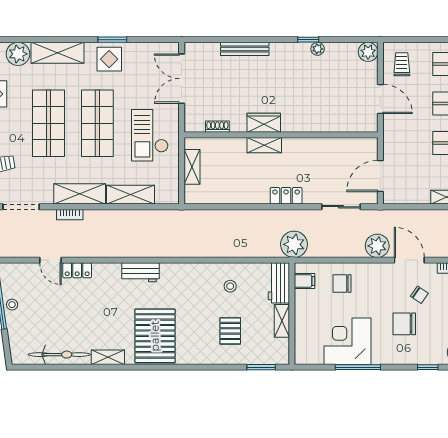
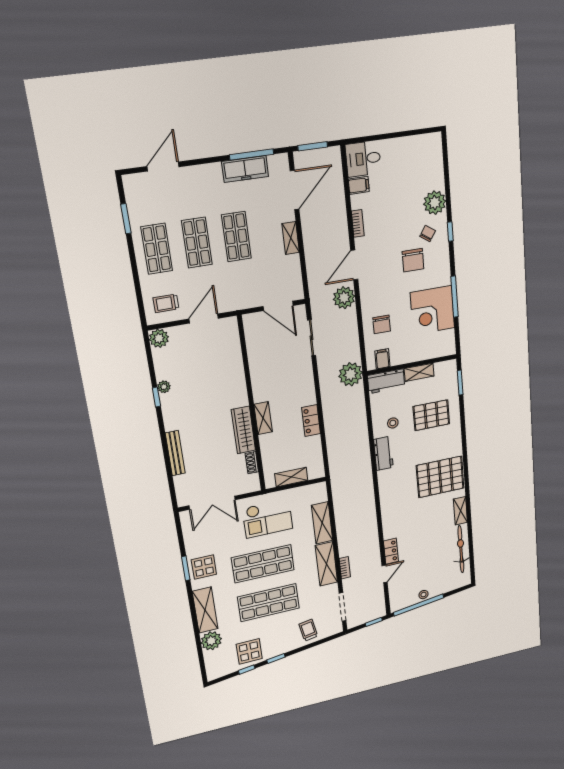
wardrobe: (264, 123) -> (243, 430), width x1.50
locker: (286, 196) -> (311, 420), moved
workbench: (140, 272) -> (383, 453), moved
chair: (419, 295) -> (428, 233), moved
pallet: (230, 331) -> (431, 415), width x1.50, depth x1.42

